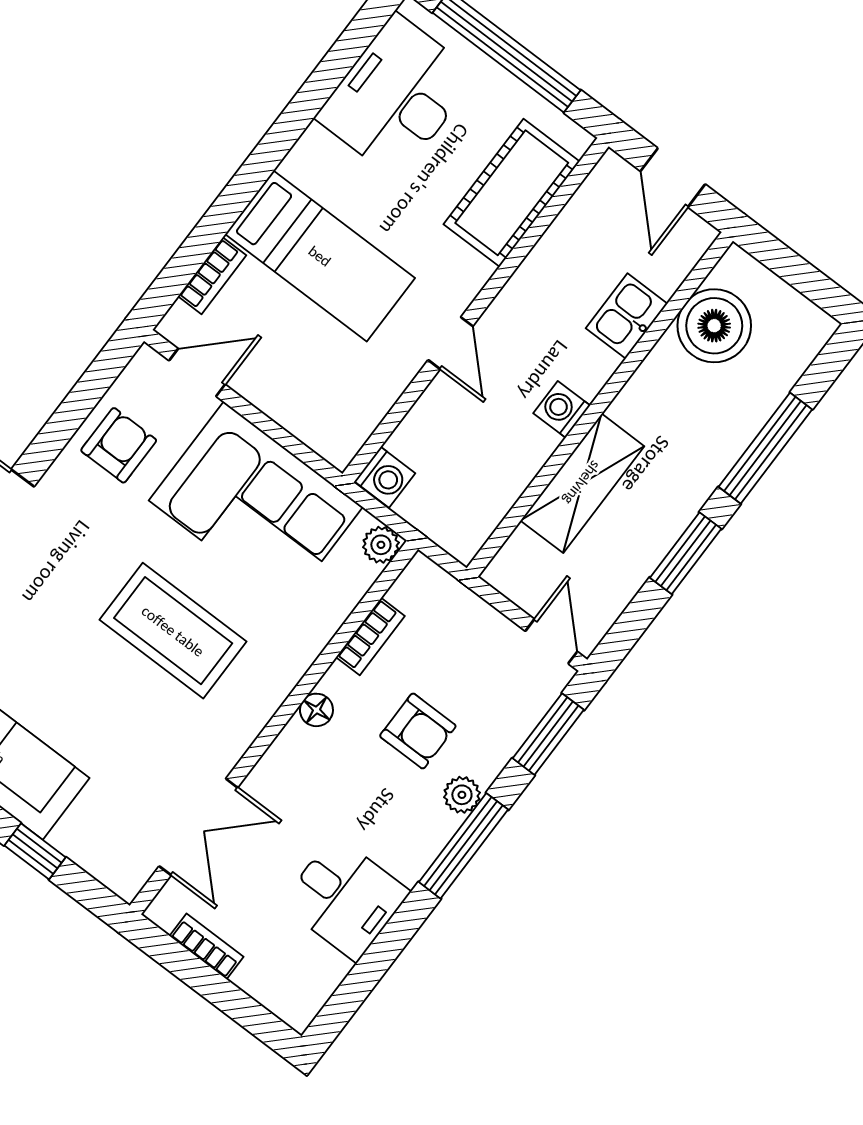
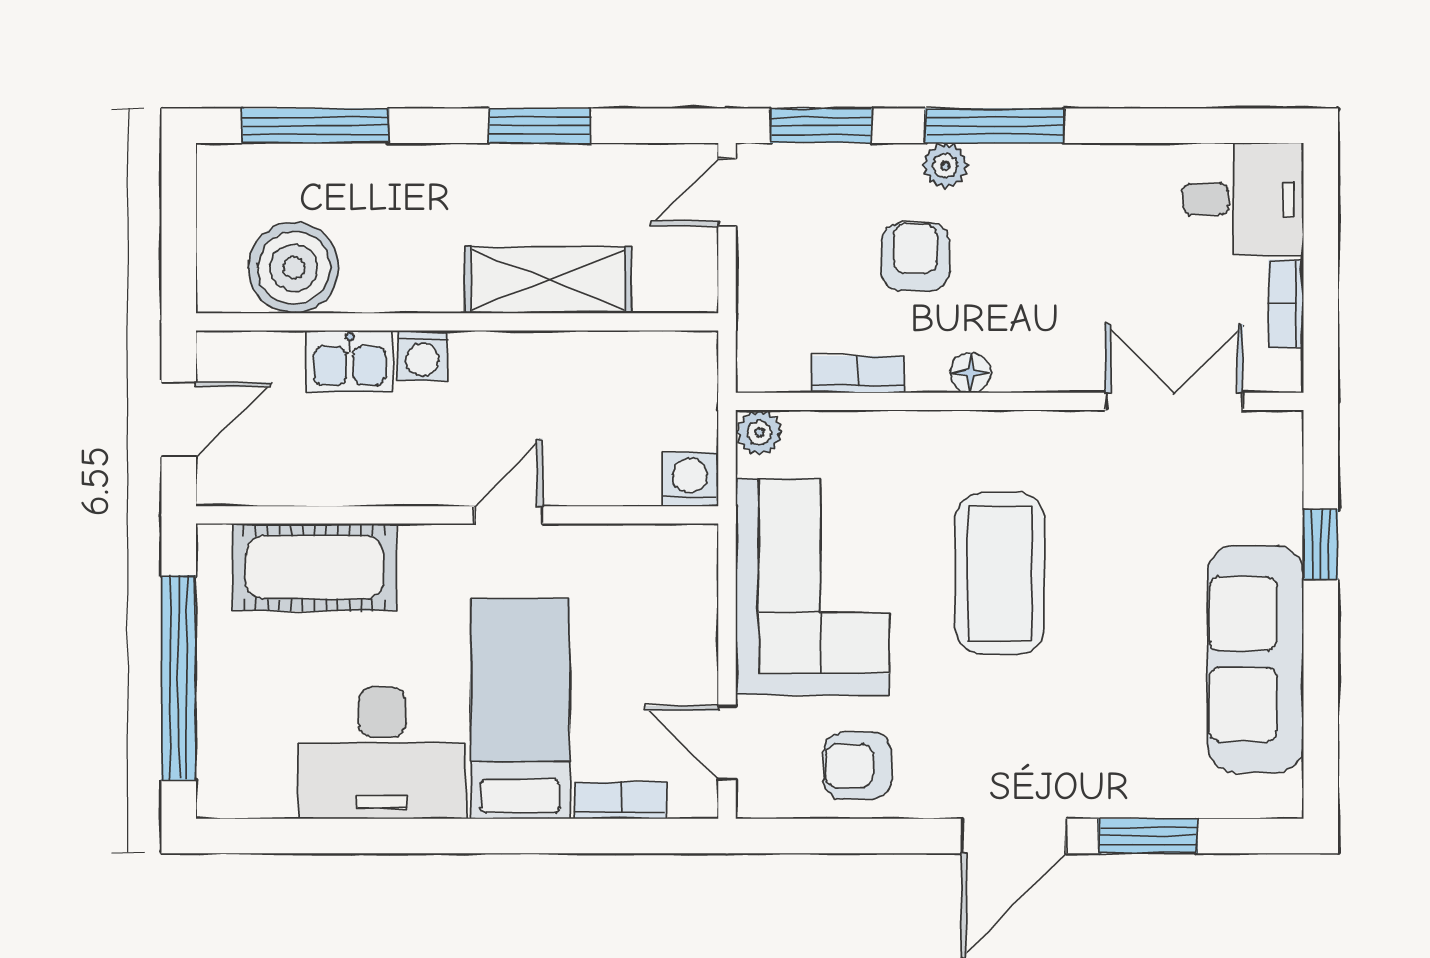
desk: (396, 96) -> (382, 753), moved
washing machine: (562, 409) -> (422, 356), moved
window: (765, 448) -> (315, 126), moved
desk: (345, 898) -> (1243, 199), moved, turned 90

